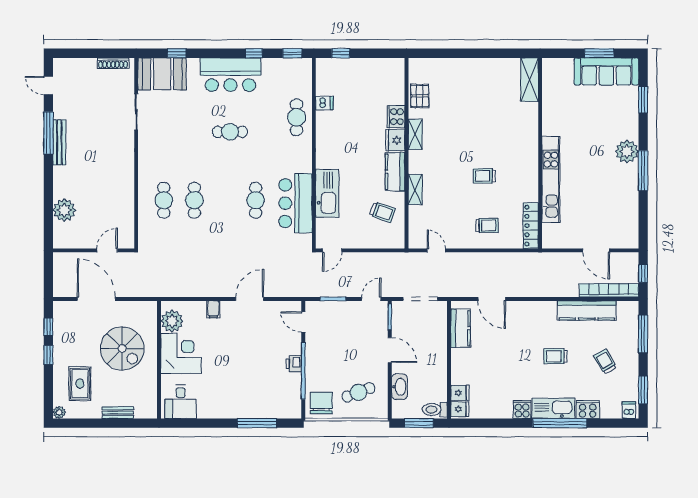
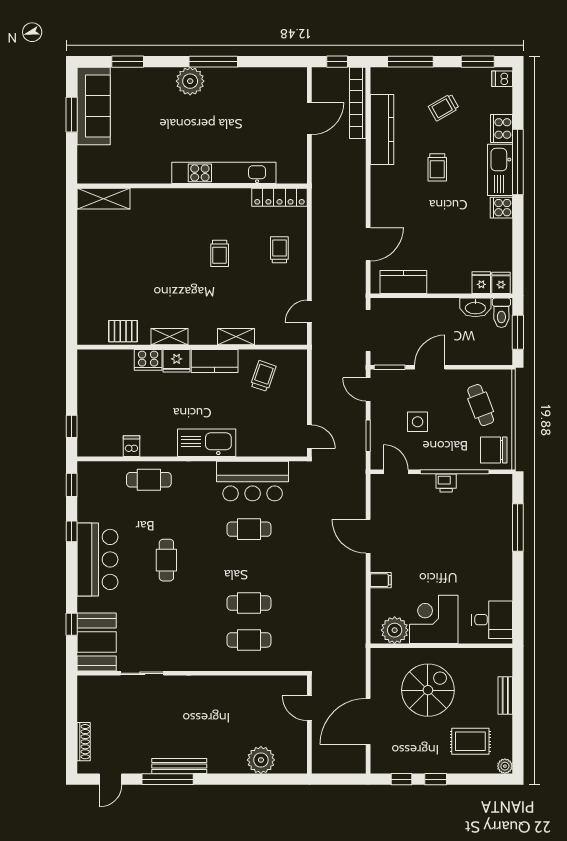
shoe rack: (113, 63) -> (84, 742), moved
kitchen sink: (327, 193) -> (207, 443), moved
door: (303, 322) -> (396, 472), swing flipped
side table: (345, 340) -> (418, 422), added
washbasin: (399, 387) -> (475, 307), moved, turned 180

